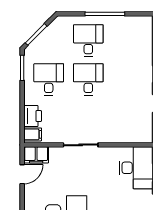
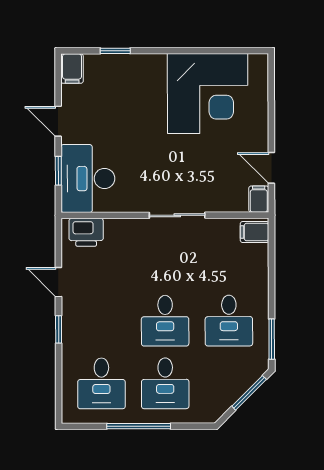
desk: (128, 40) -> (101, 383), added
printer: (33, 116) -> (86, 232), moved, turned -90
filing cabinet: (36, 155) -> (259, 199), width x0.50
door: (22, 174) -> (271, 168), hinge flipped

